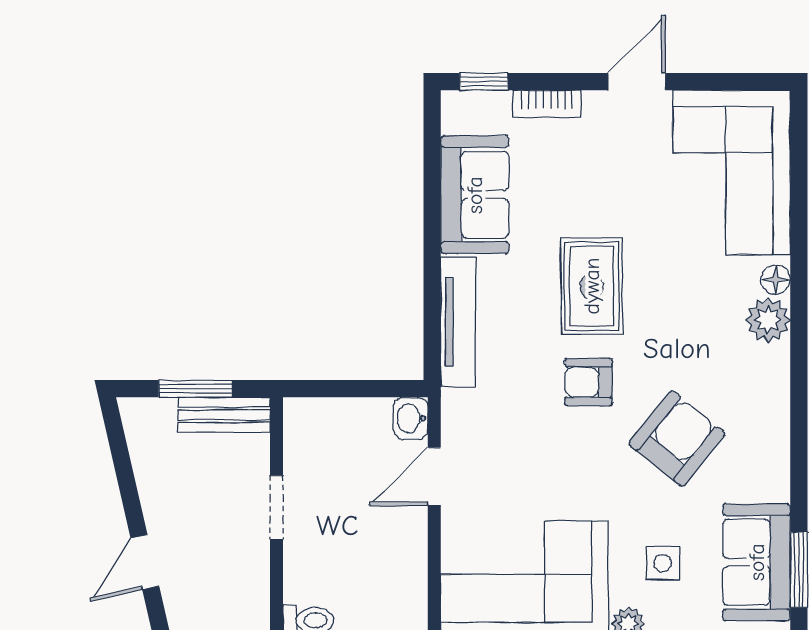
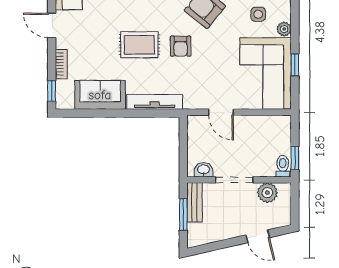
washbasin: (411, 418) -> (204, 170), moved, turned 180
doorway: (277, 507) -> (234, 180), width x1.38
plant: (247, 585) -> (267, 193), added

